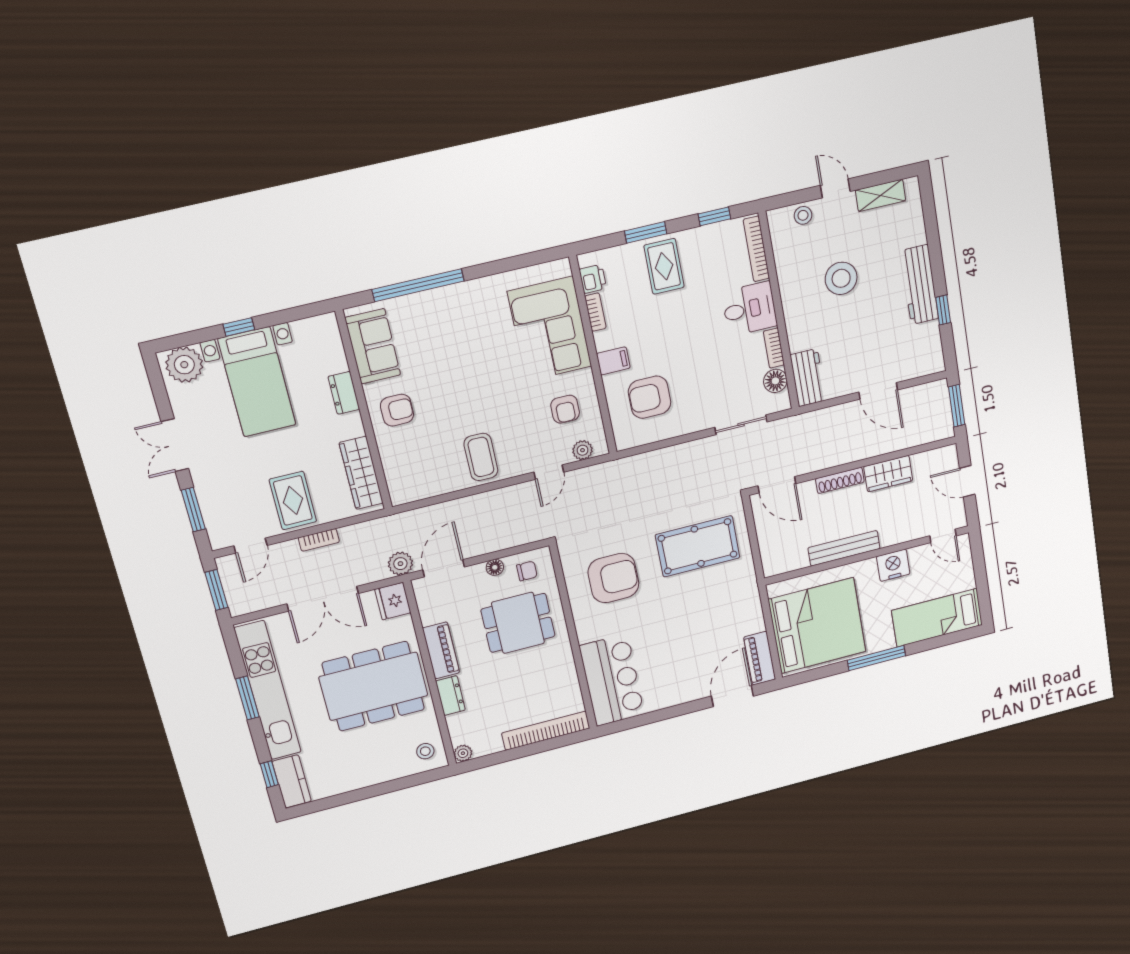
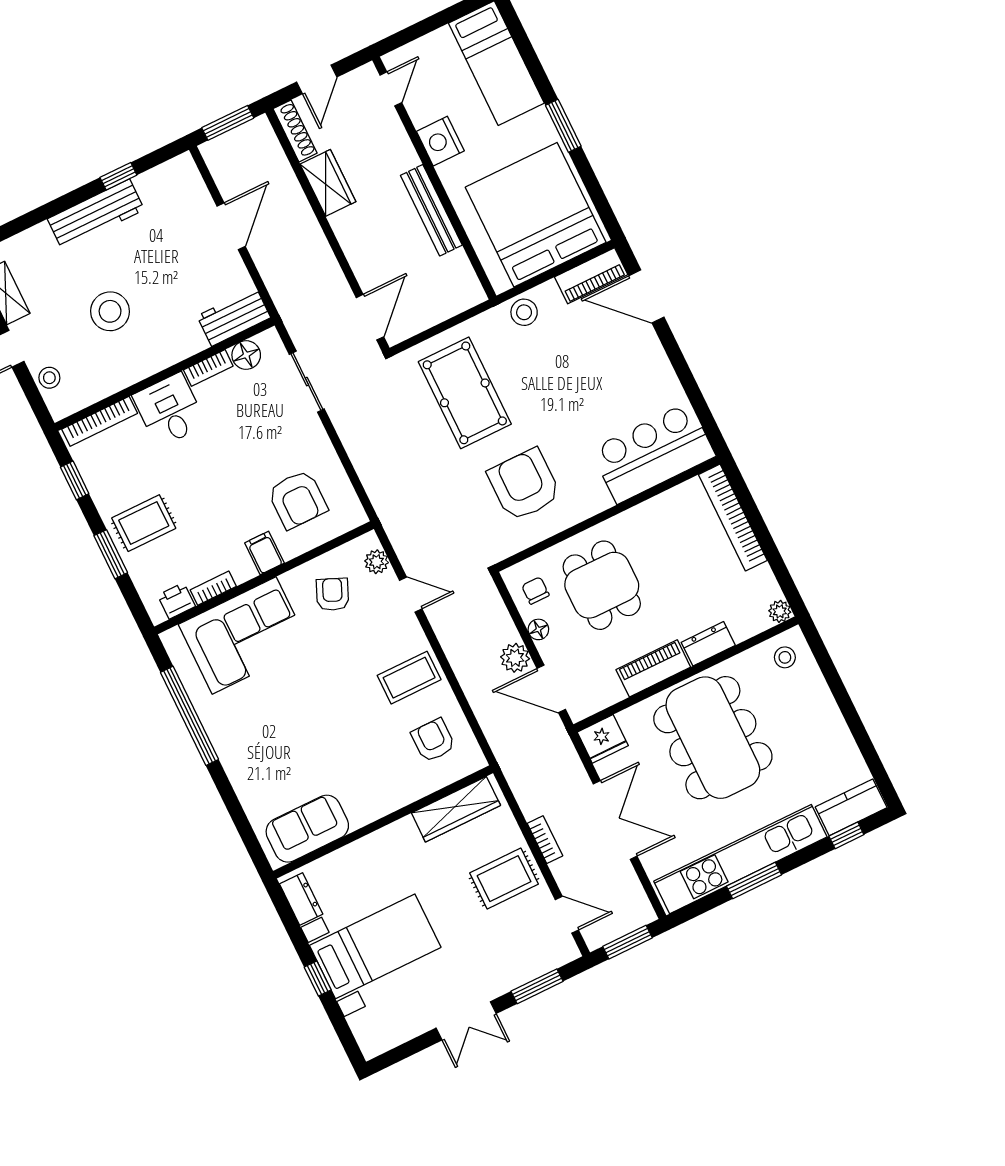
window: (418, 285) -> (190, 716), moved
plant: (184, 365) -> (373, 1028), removed
dresser: (344, 393) -> (301, 899), moved, turned -90
armchair: (565, 409) -> (333, 594), turned -67
armchair: (397, 410) -> (433, 740), moved
shoe rack: (840, 480) -> (295, 131), moved
plant: (400, 564) -> (515, 658), moved
stool: (747, 603) -> (524, 312), added
window: (876, 658) -> (563, 126), width x0.69

